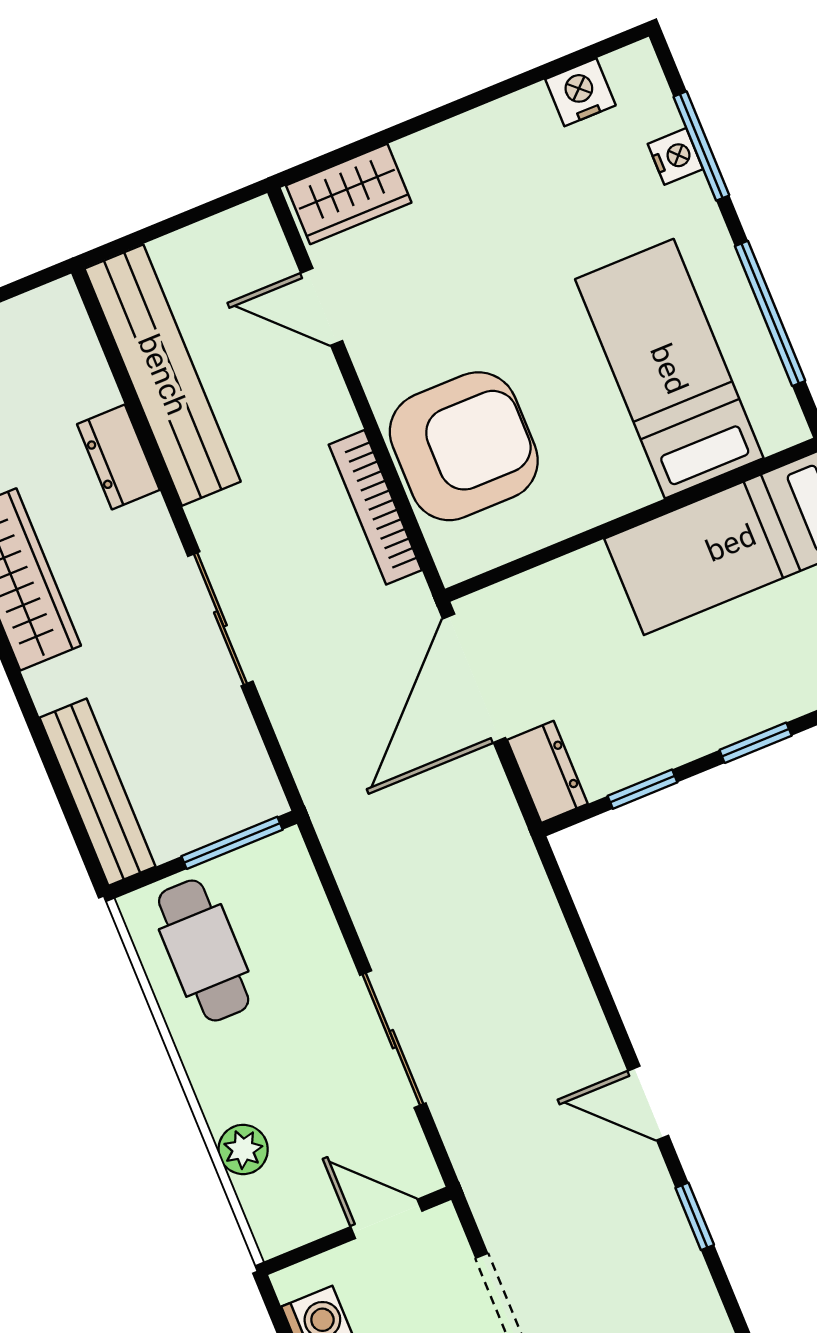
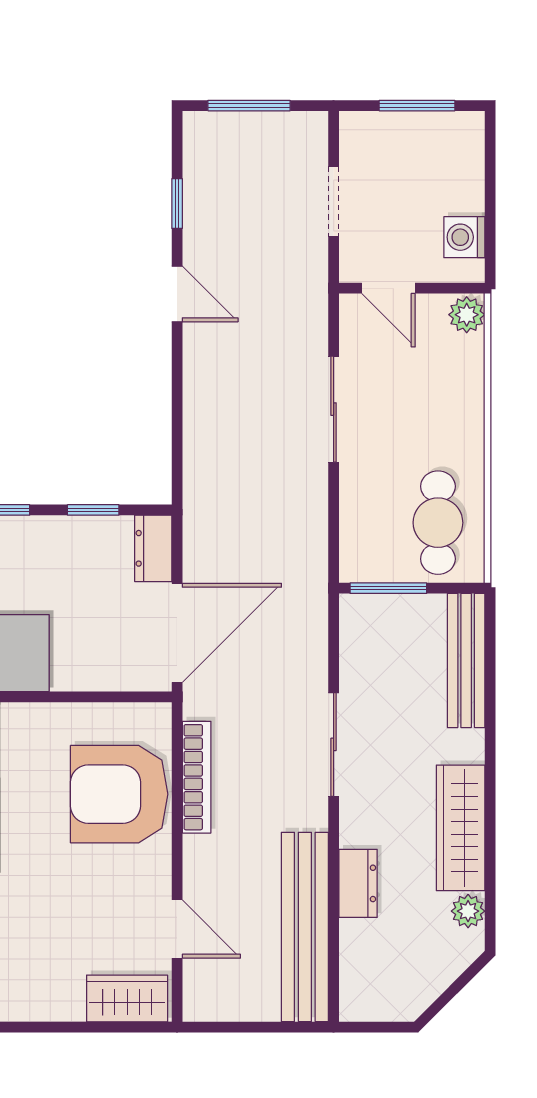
plant: (243, 1149) -> (467, 315), moved

